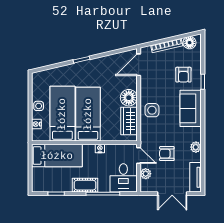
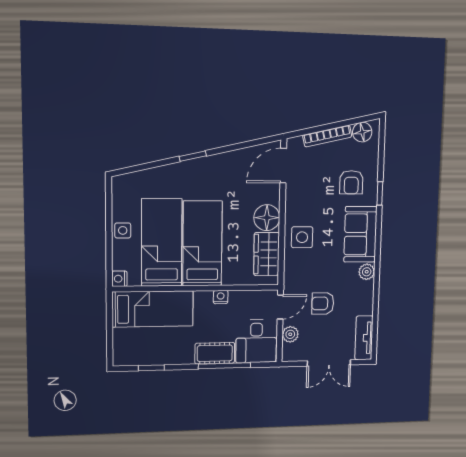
nightstand: (36, 124) -> (119, 279), moved
plant: (196, 147) -> (367, 272), moved
door: (139, 156) -> (280, 307), hinge flipped
cot: (85, 185) -> (215, 353), moved

